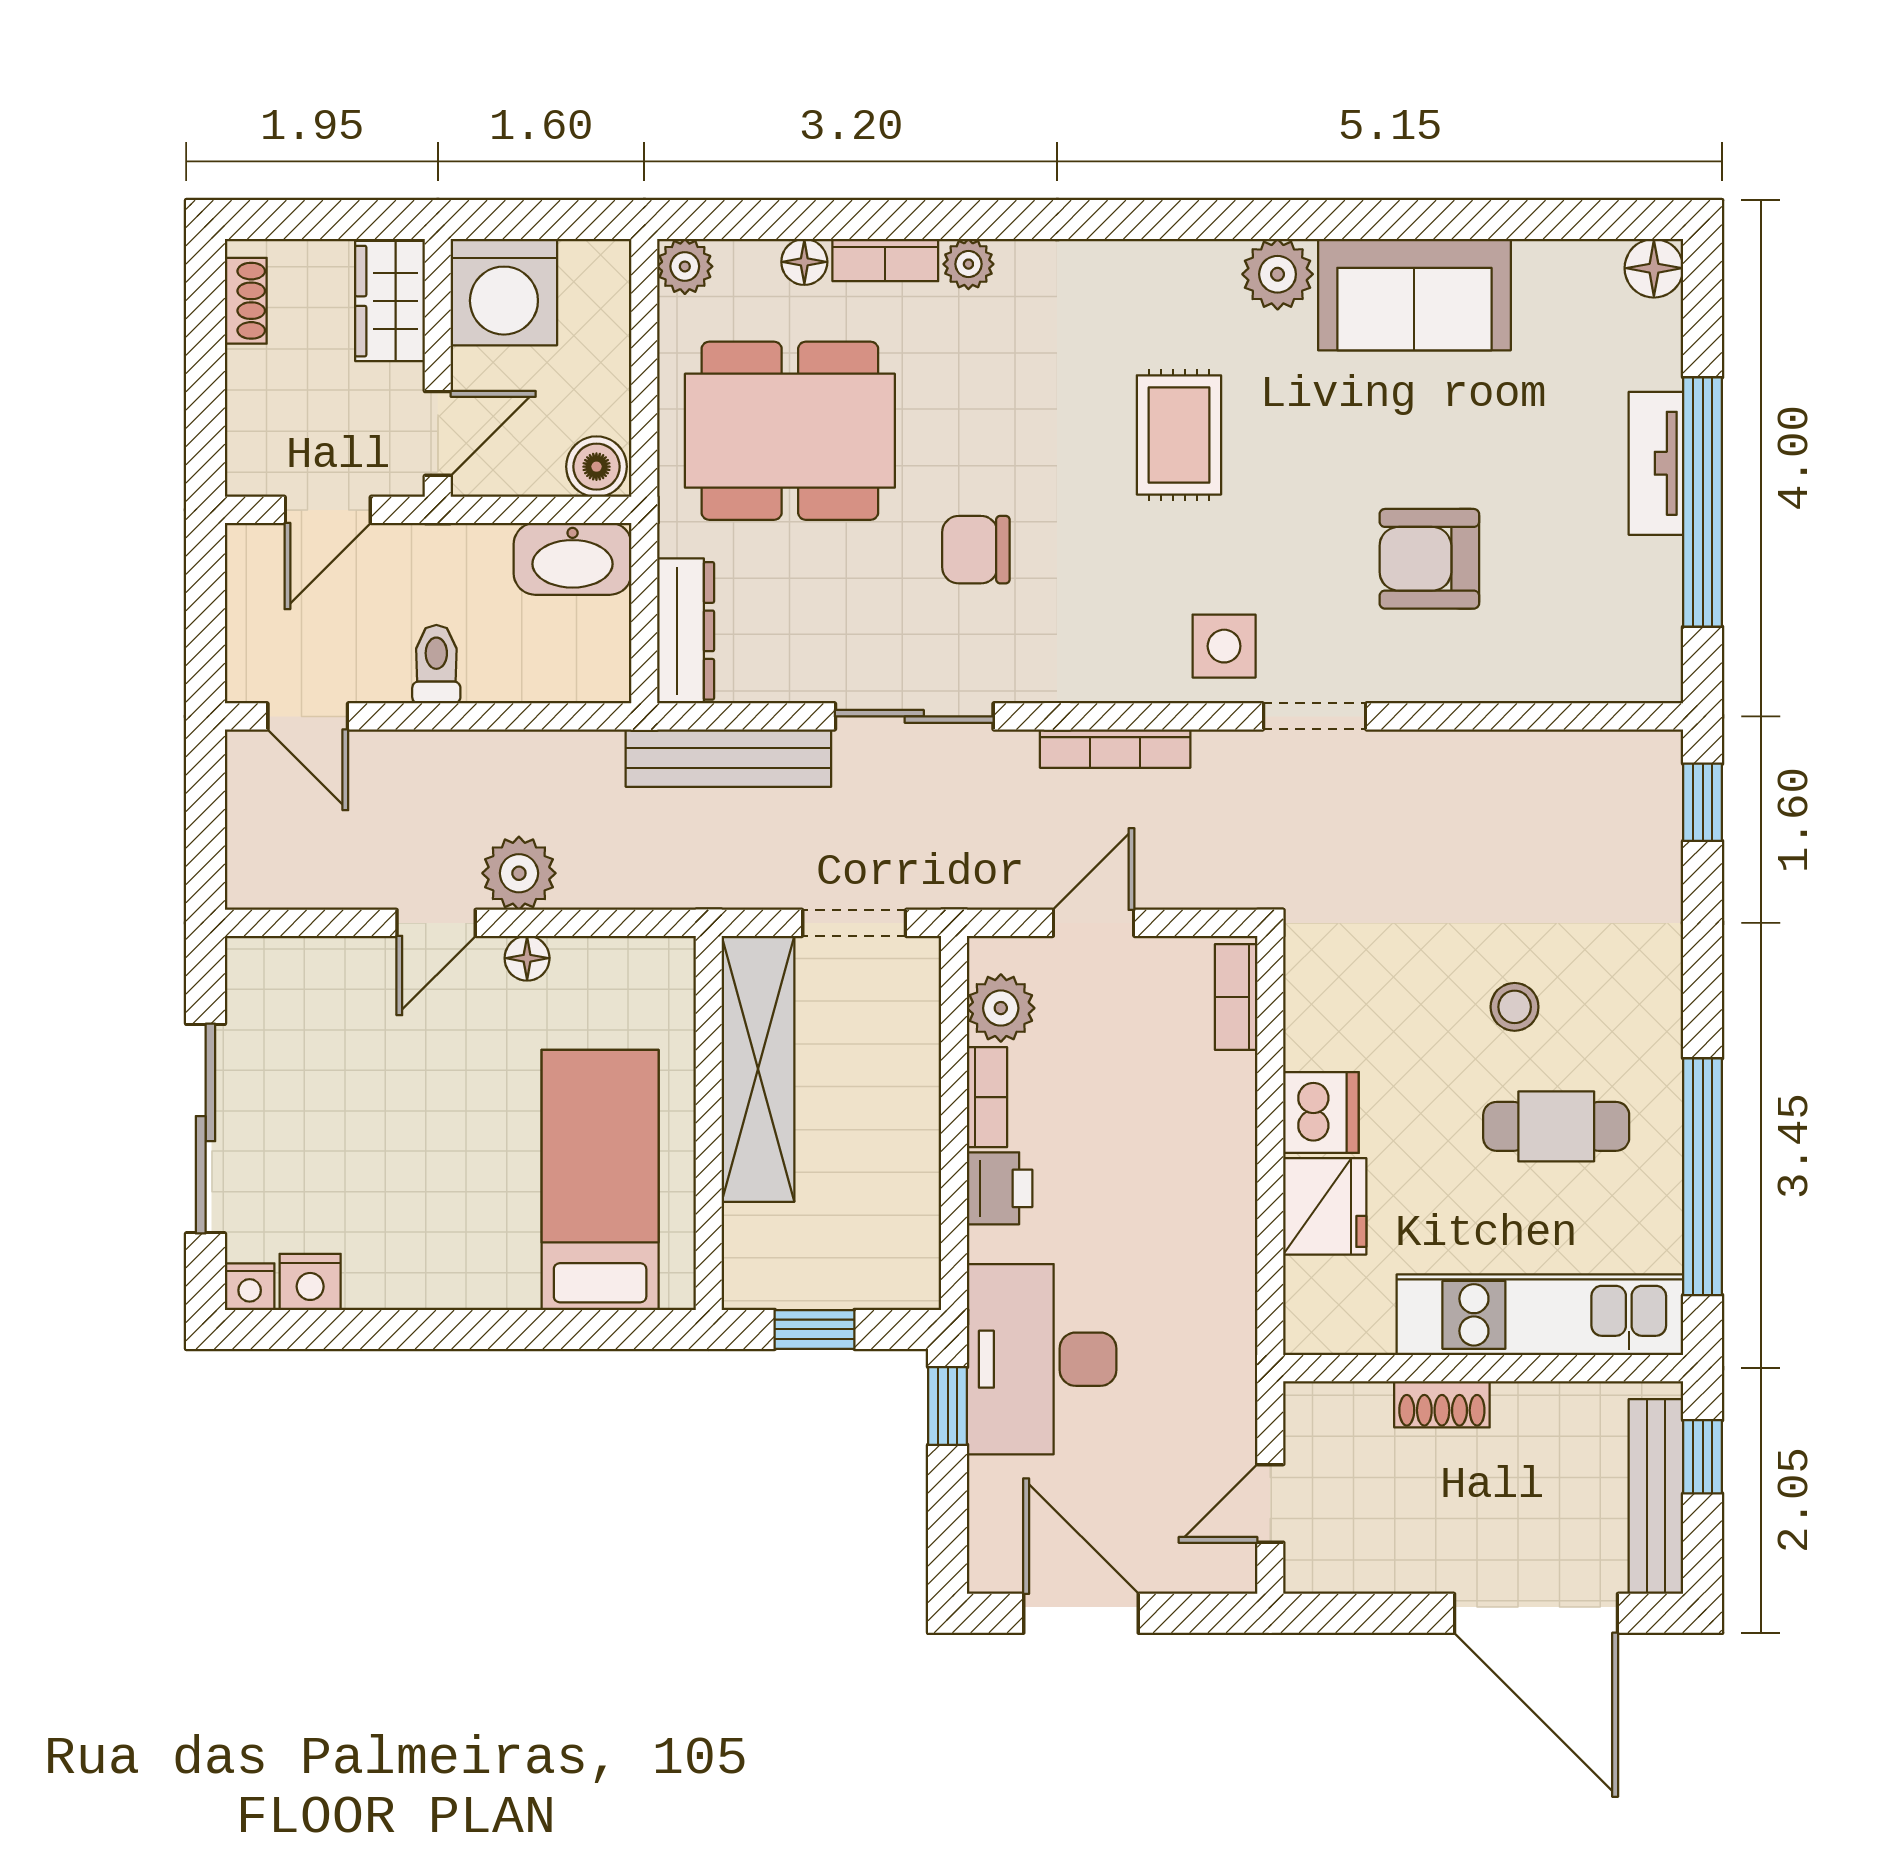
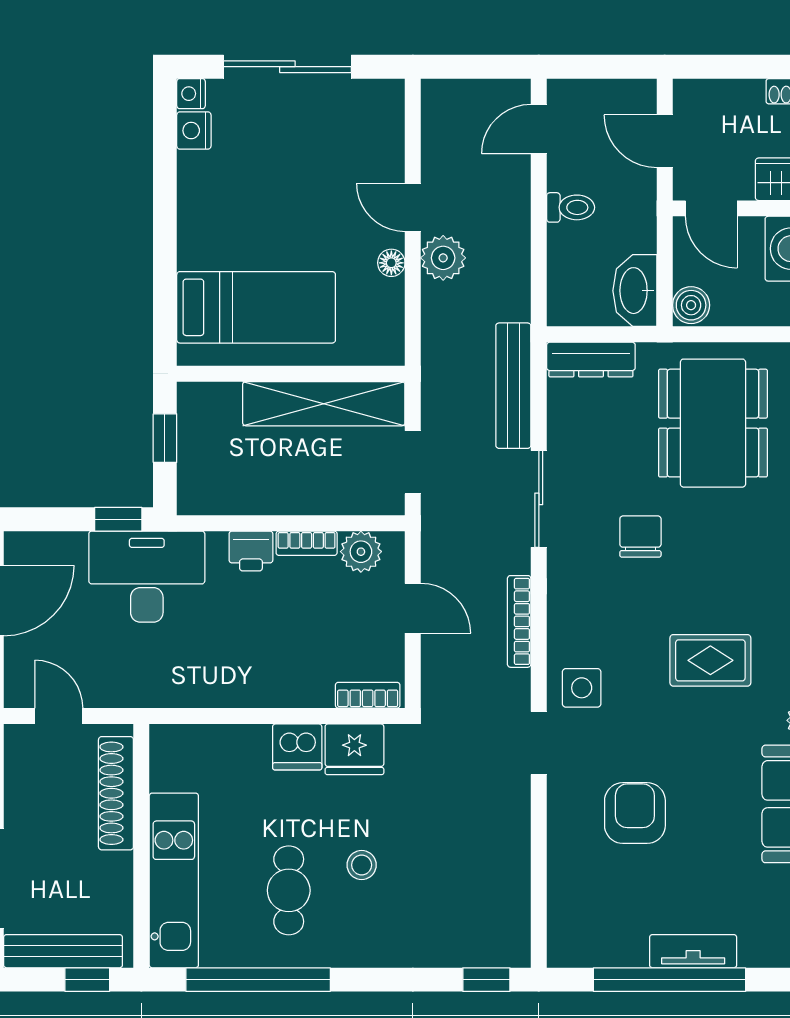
fridge: (1325, 1206) -> (354, 749), moved
shoe rack: (1442, 1404) -> (116, 793), width x1.94, depth x1.24

